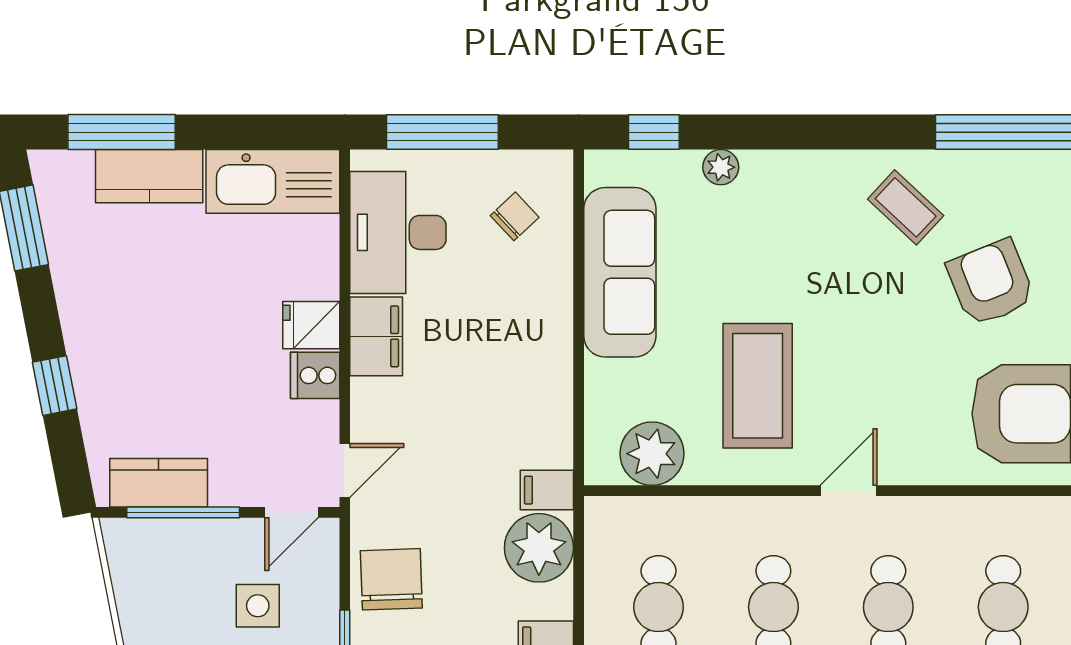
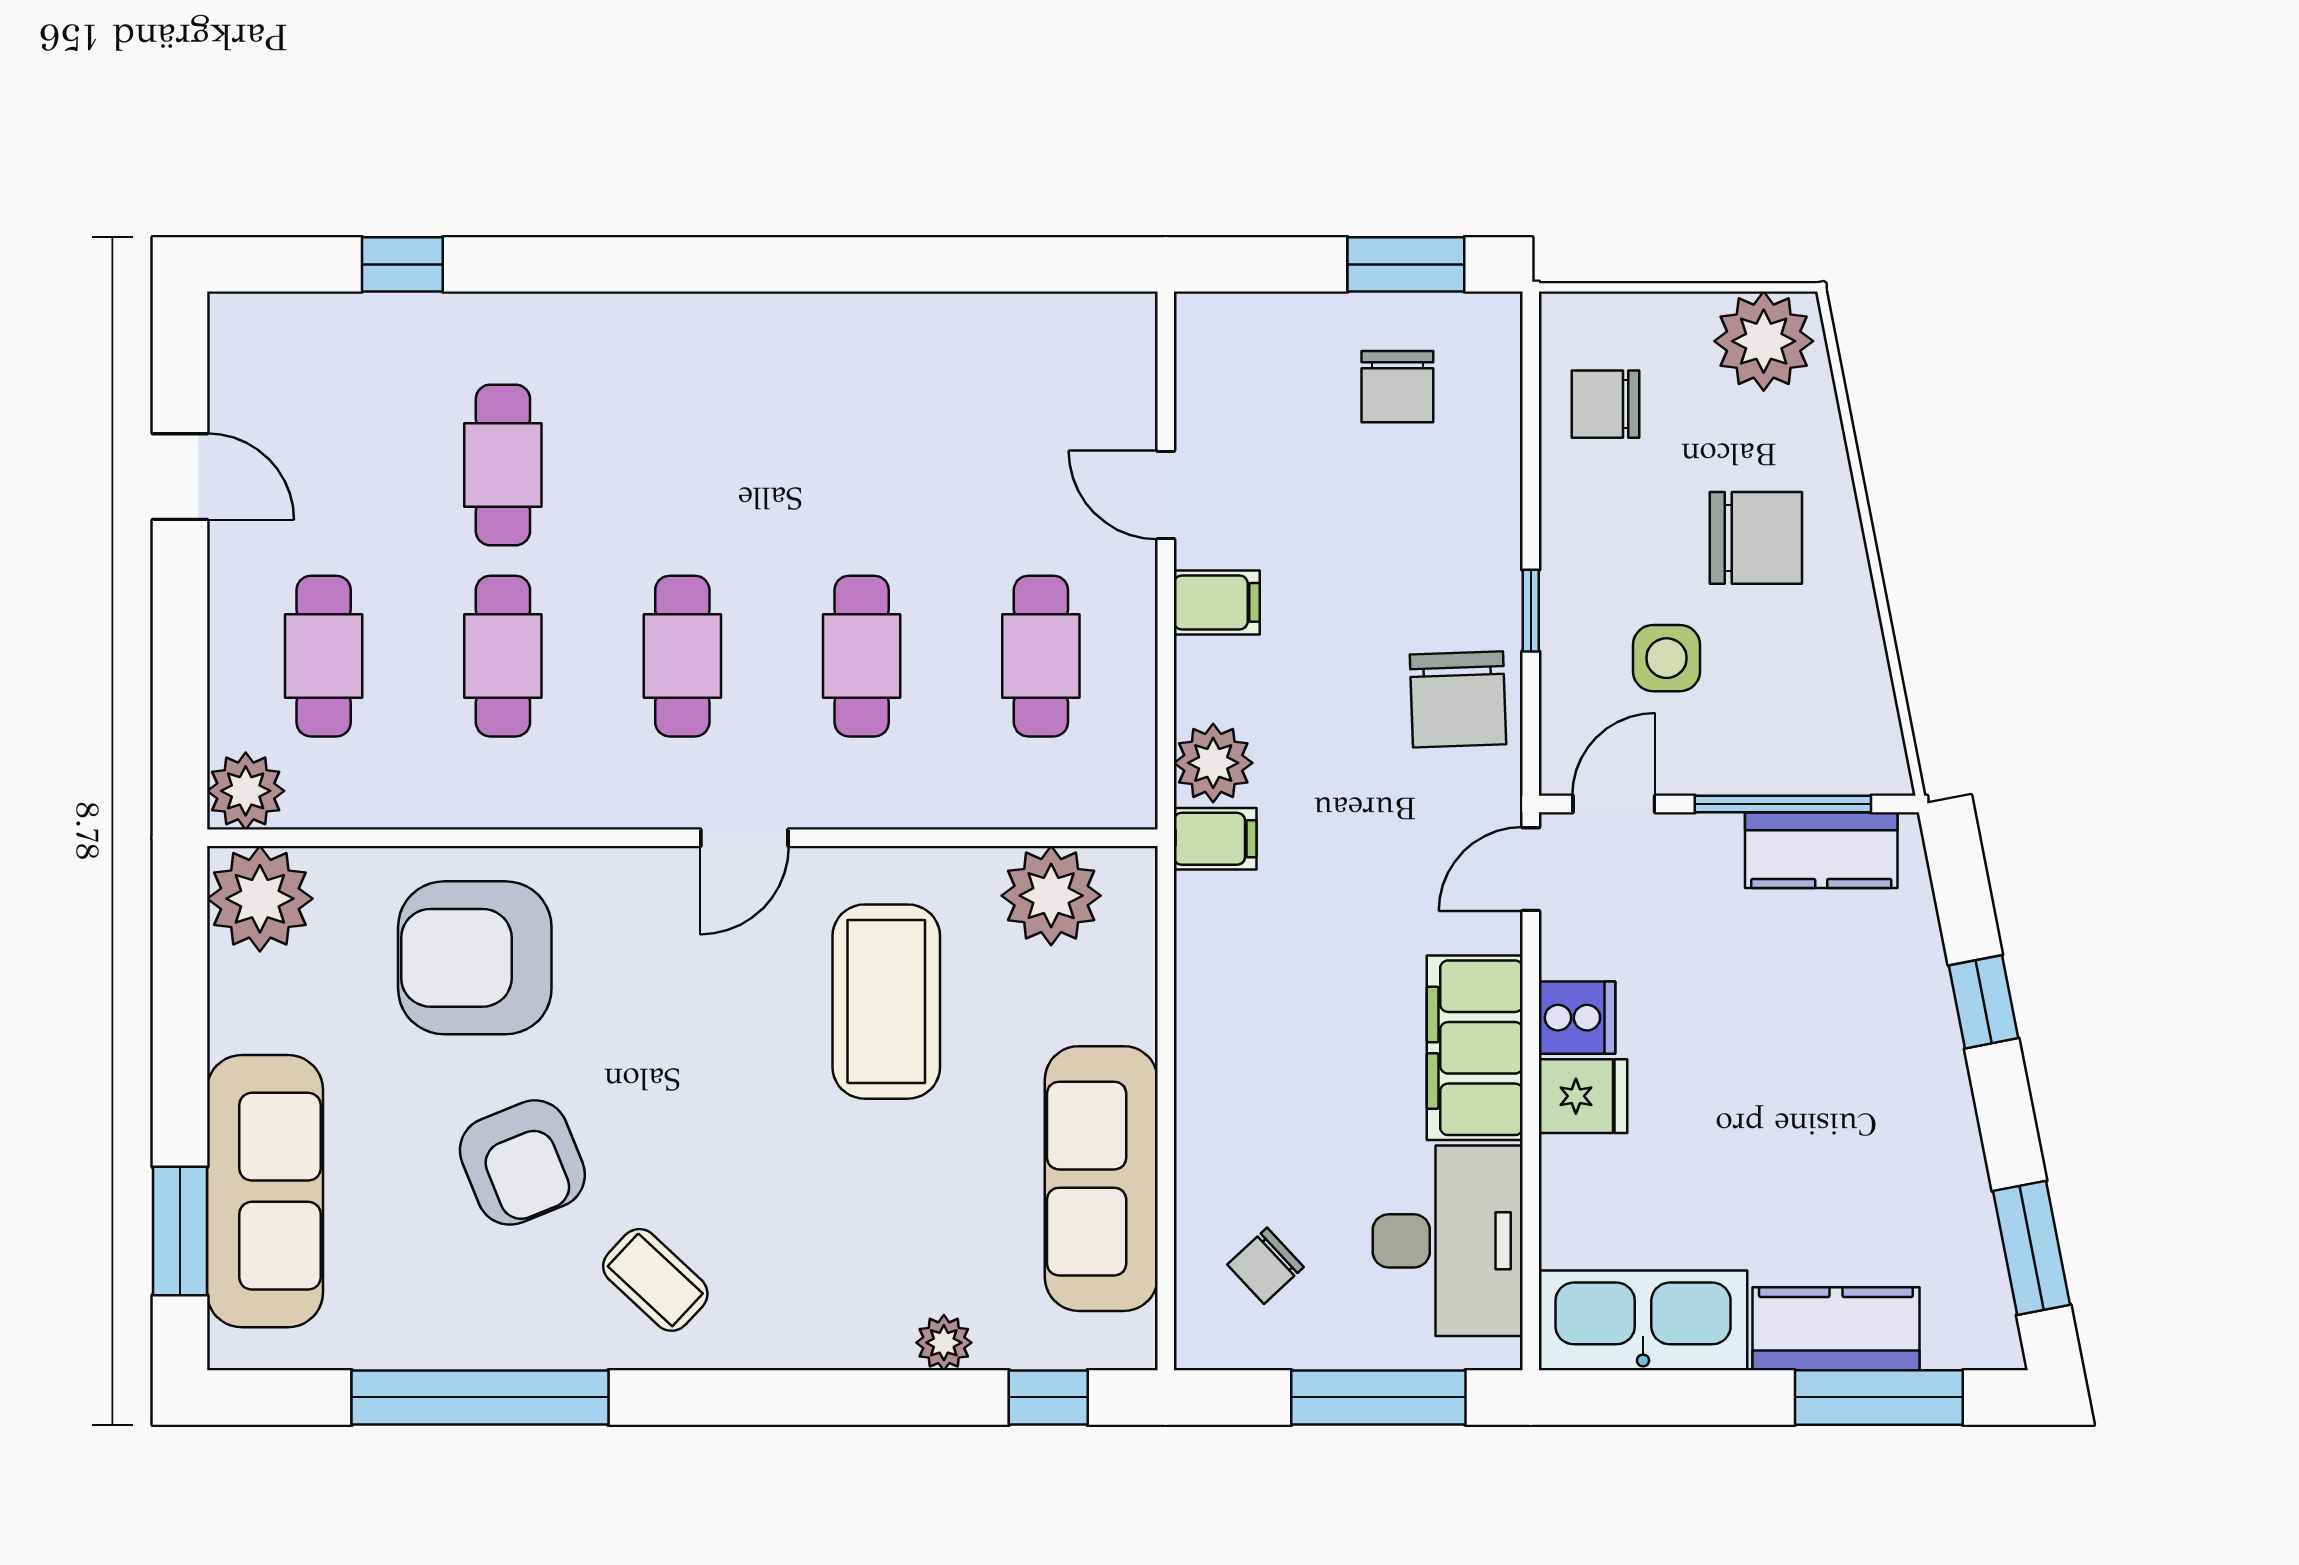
filing cabinet: (376, 336) -> (1475, 1048), width x1.50, depth x1.17
plant: (539, 548) -> (1213, 763), width x0.73, depth x0.73

